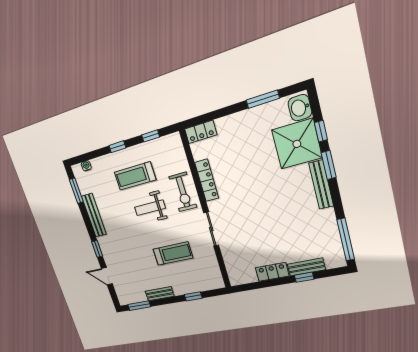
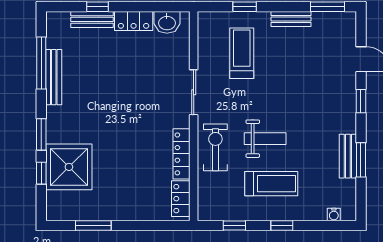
washbasin: (300, 108) -> (167, 22), moved, turned 90
locker: (201, 132) -> (181, 199), moved, turned -90
bench: (321, 185) -> (54, 77), moved
window: (76, 191) -> (361, 160), moved
bench: (94, 215) -> (348, 156), width x0.73
window: (346, 239) -> (41, 63), moved
treadmill: (173, 254) -> (242, 53), moved, turned 90

